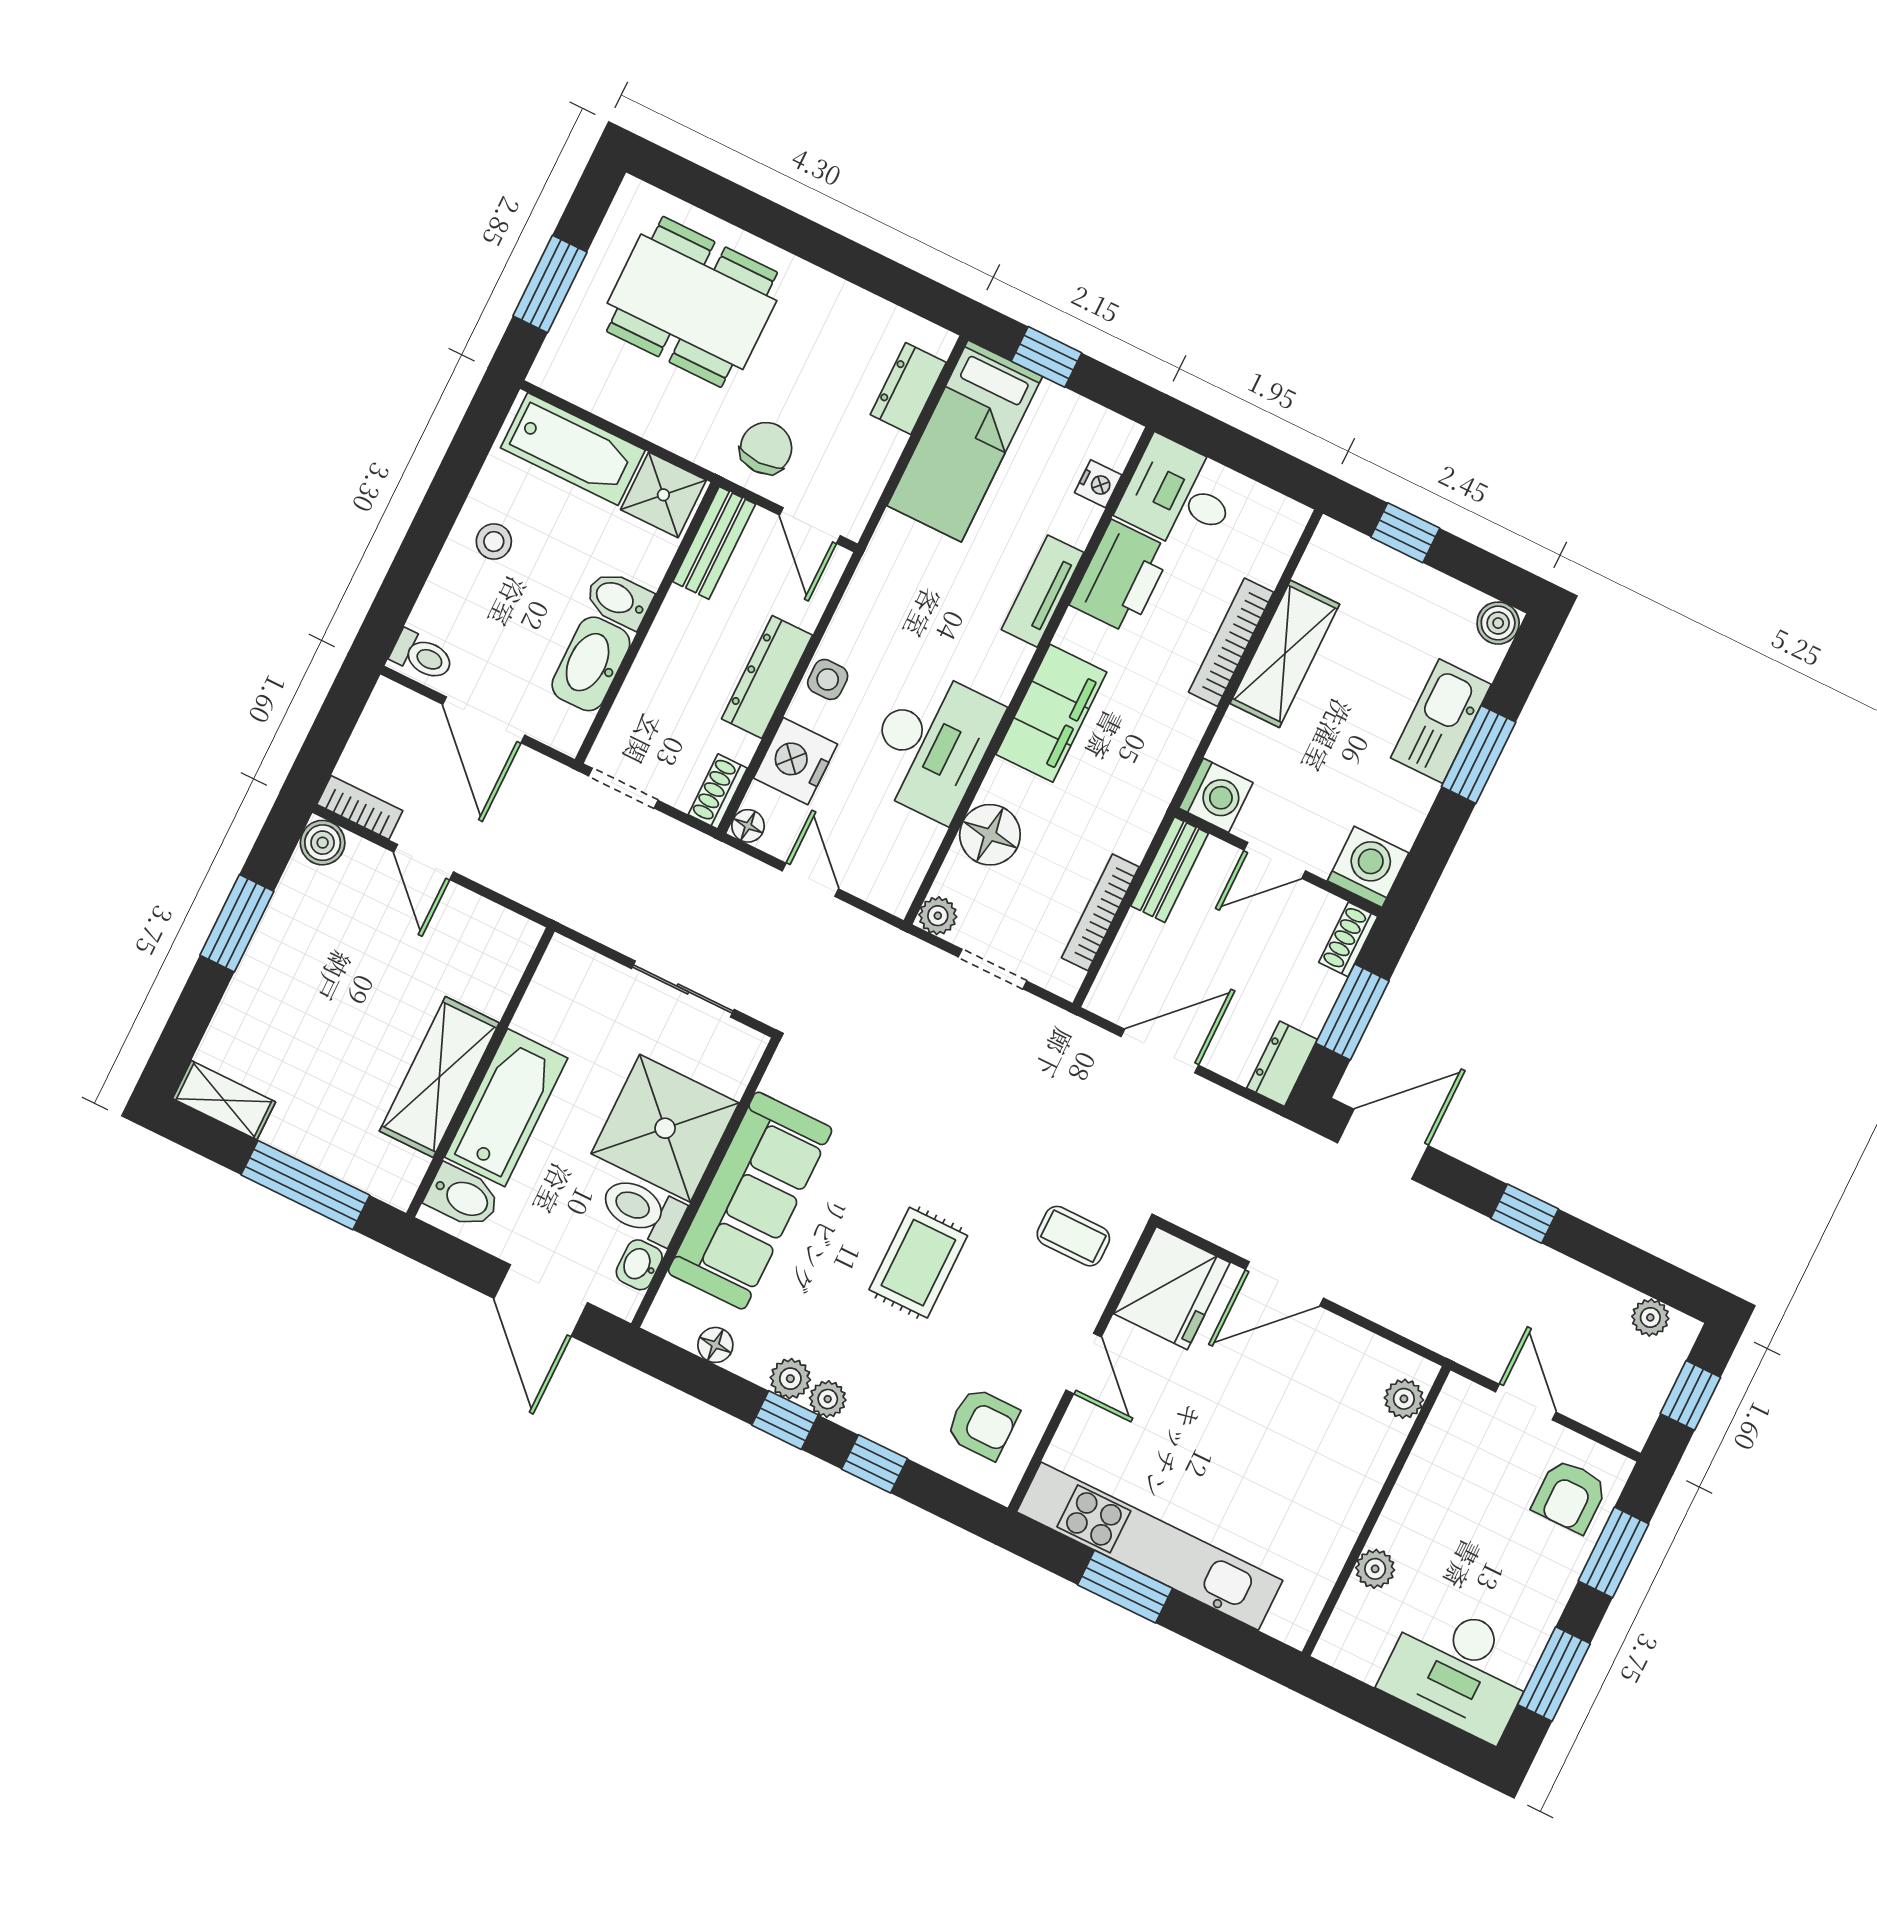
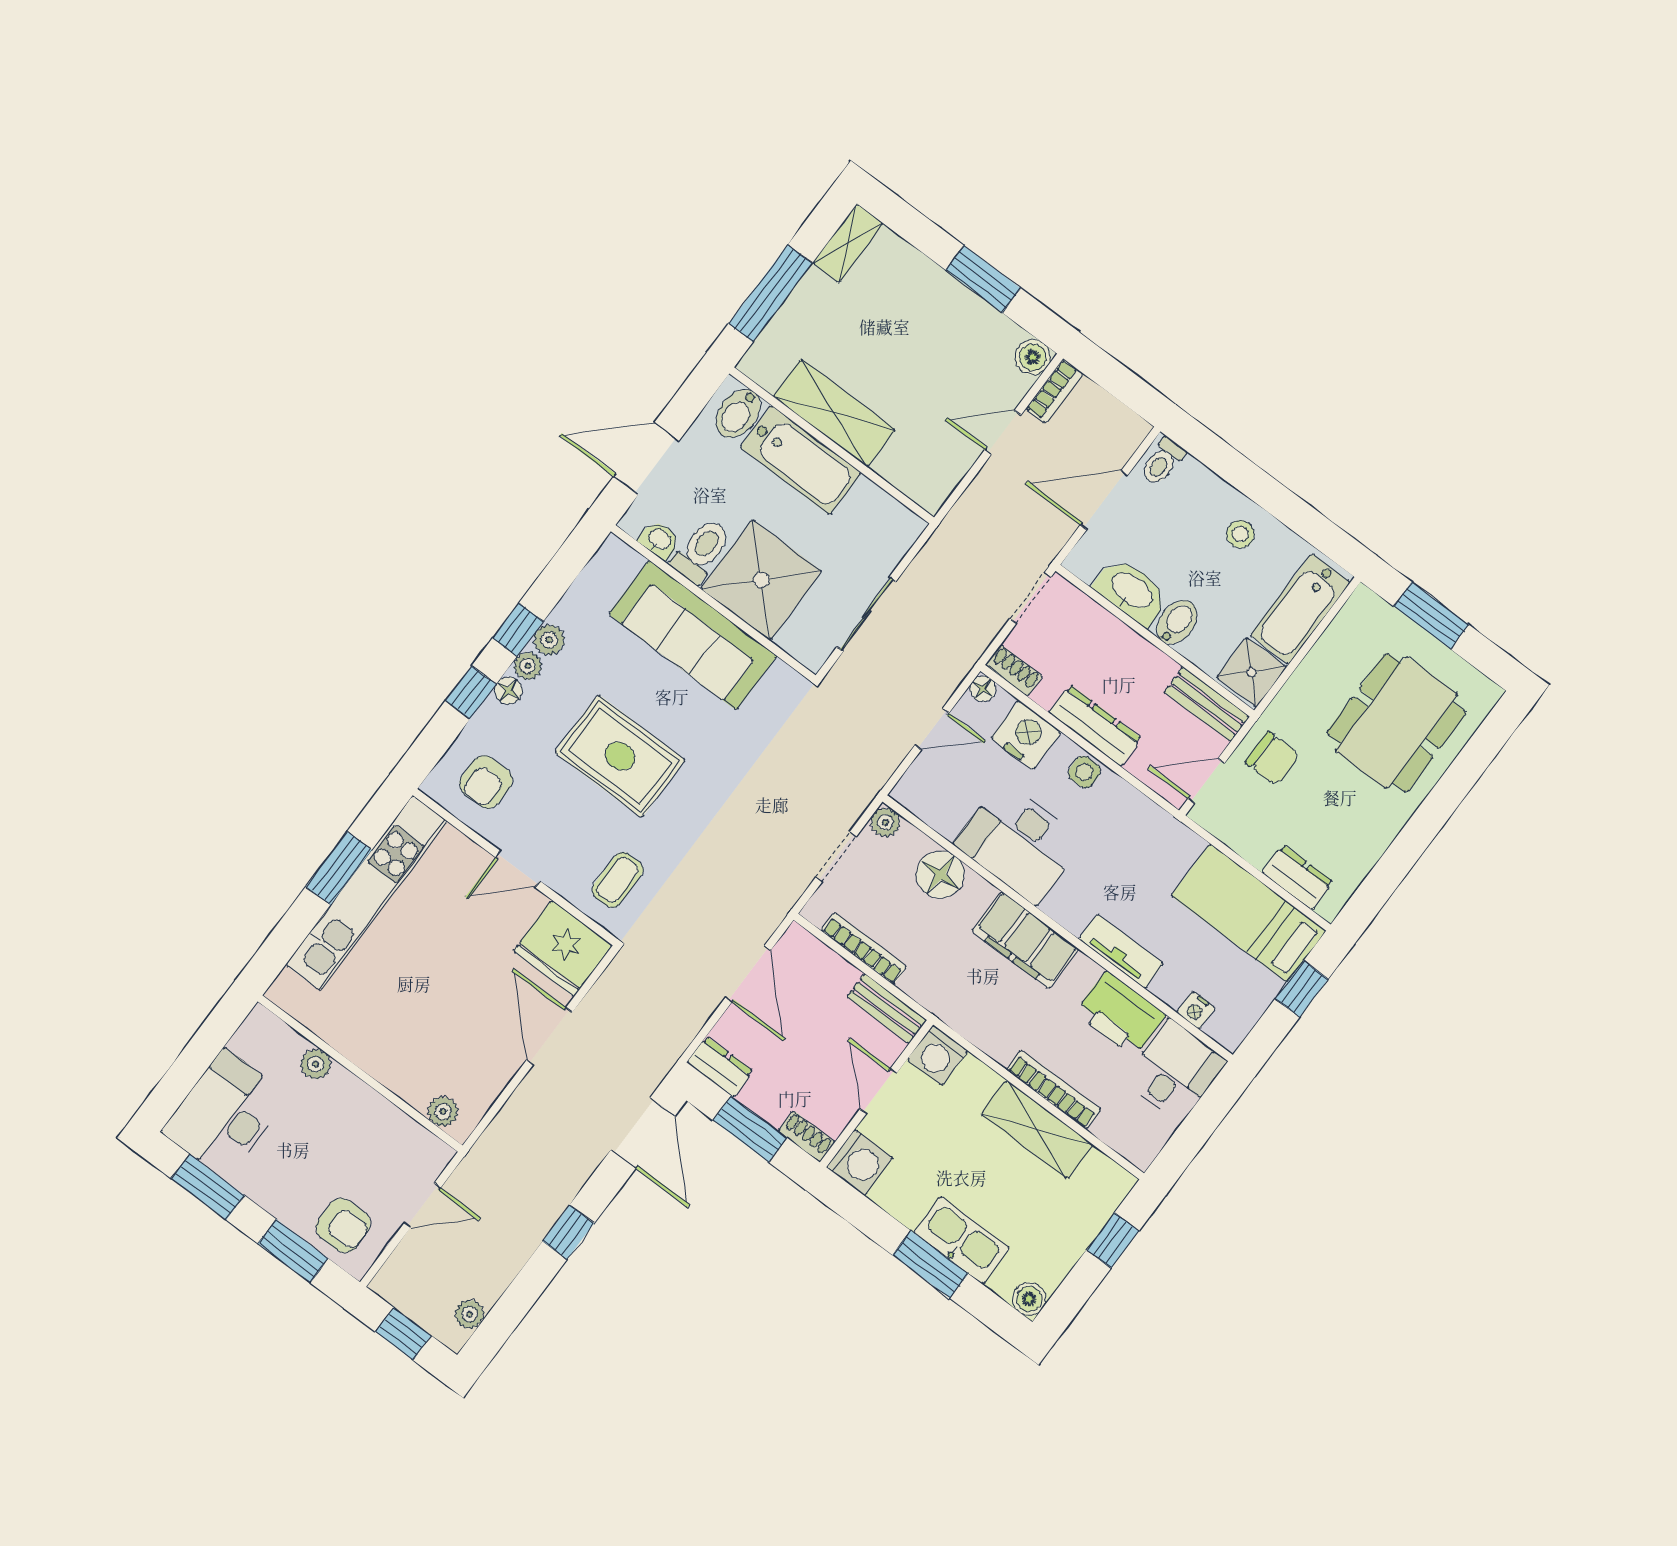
rug: (918, 1263) -> (620, 756), width x1.36, depth x1.43
floor lamp: (715, 1345) -> (508, 690), moved
armchair: (1570, 1496) -> (343, 1225), turned 180

